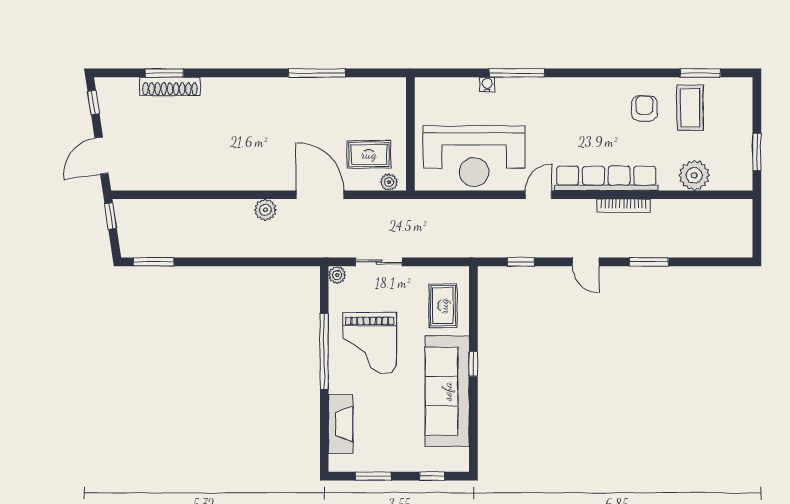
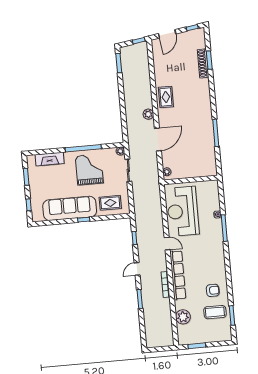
rug: (369, 154) -> (166, 97), moved
door: (102, 156) -> (167, 34), swing flipped
grand piano: (370, 343) -> (89, 169), turned 90

